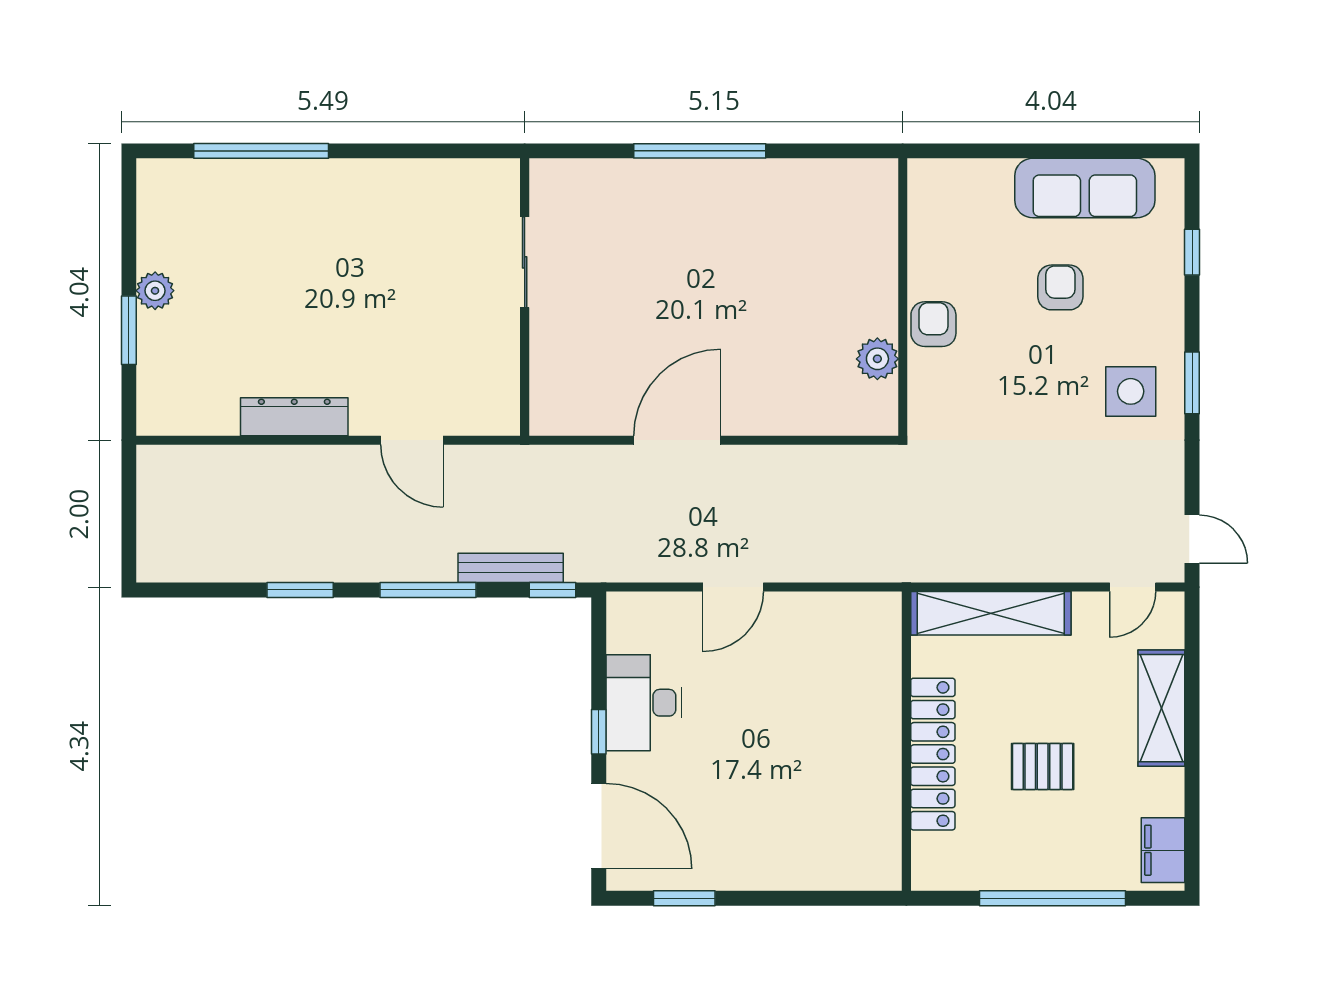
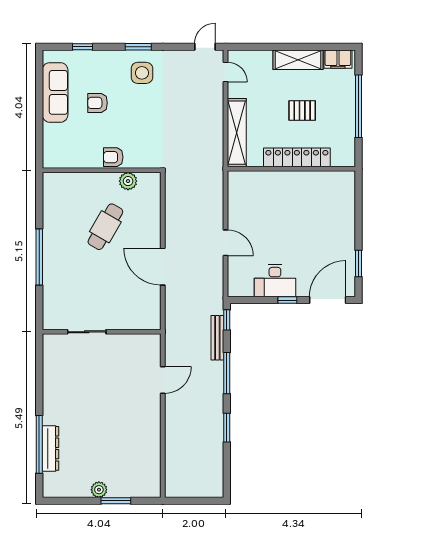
cafe table: (771, 306) -> (105, 227), added
dresser: (294, 417) -> (51, 448), moved, turned 180
shelving: (1161, 708) -> (298, 60), moved
pallet: (1043, 767) -> (302, 110), turned 90

